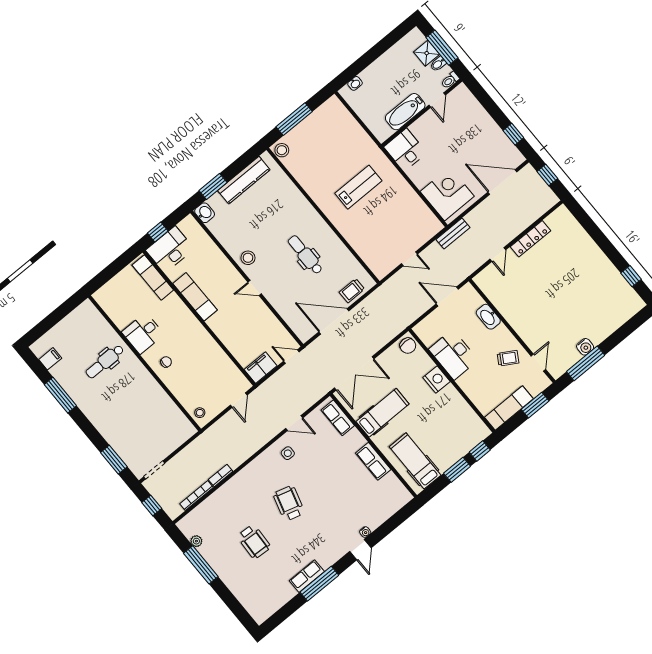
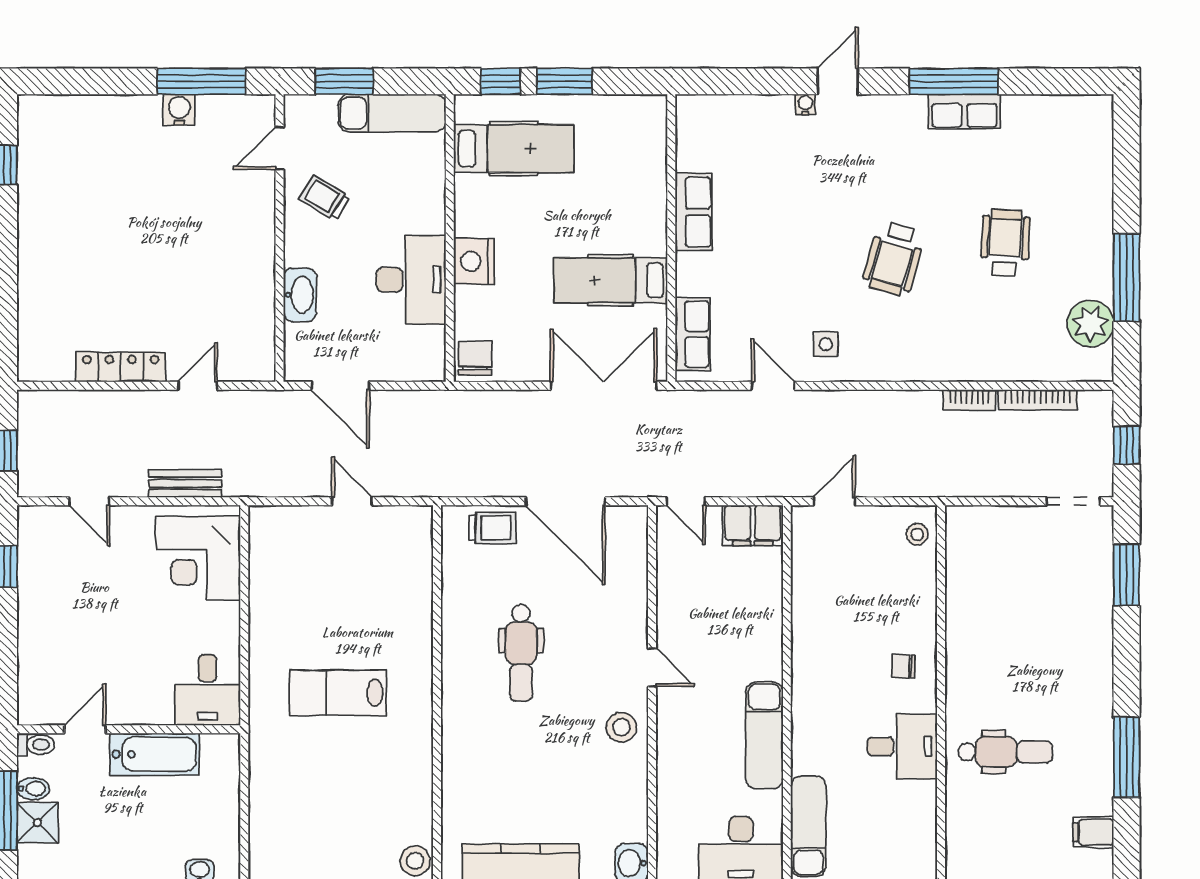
door: (502, 182) -> (89, 501), width x0.53
bench: (453, 233) -> (185, 483), moved
hospital bed: (415, 461) -> (514, 149), moved, turned -90
plant: (196, 541) -> (1090, 324), width x1.87, depth x1.87

